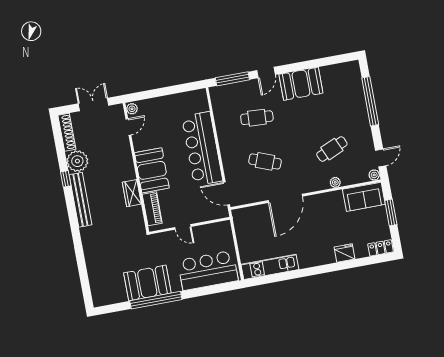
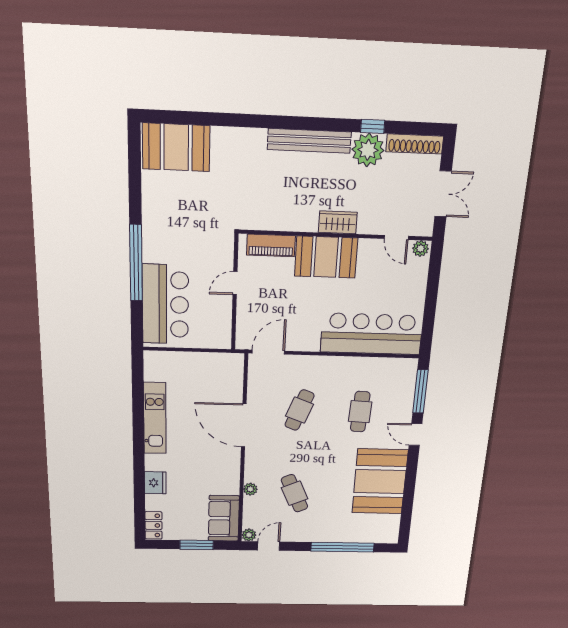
booth: (301, 84) -> (380, 482), width x1.36, depth x1.42
bar counter: (202, 149) -> (372, 334), moved
door: (381, 158) -> (269, 546), swing flipped
window: (66, 179) -> (373, 126), moved
wardrobe: (132, 193) -> (338, 222), moved
kitchen unit: (270, 267) -> (155, 418), moved
booth: (147, 283) -> (176, 147), moved, turned 90
window: (156, 300) -> (136, 263), moved

